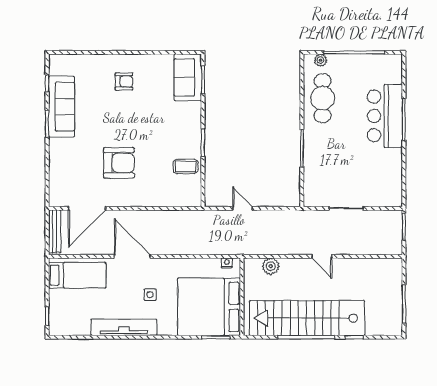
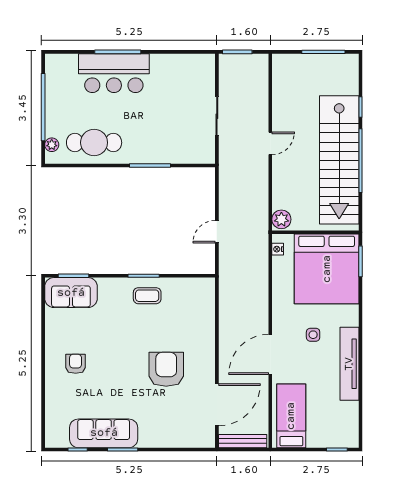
coffee table: (186, 166) -> (147, 296), moved, turned 90
door: (87, 208) -> (217, 405), hinge flipped
plant: (271, 266) -> (281, 219), moved

